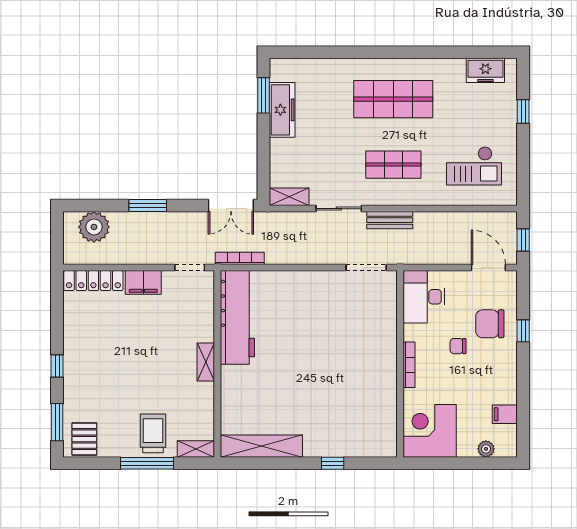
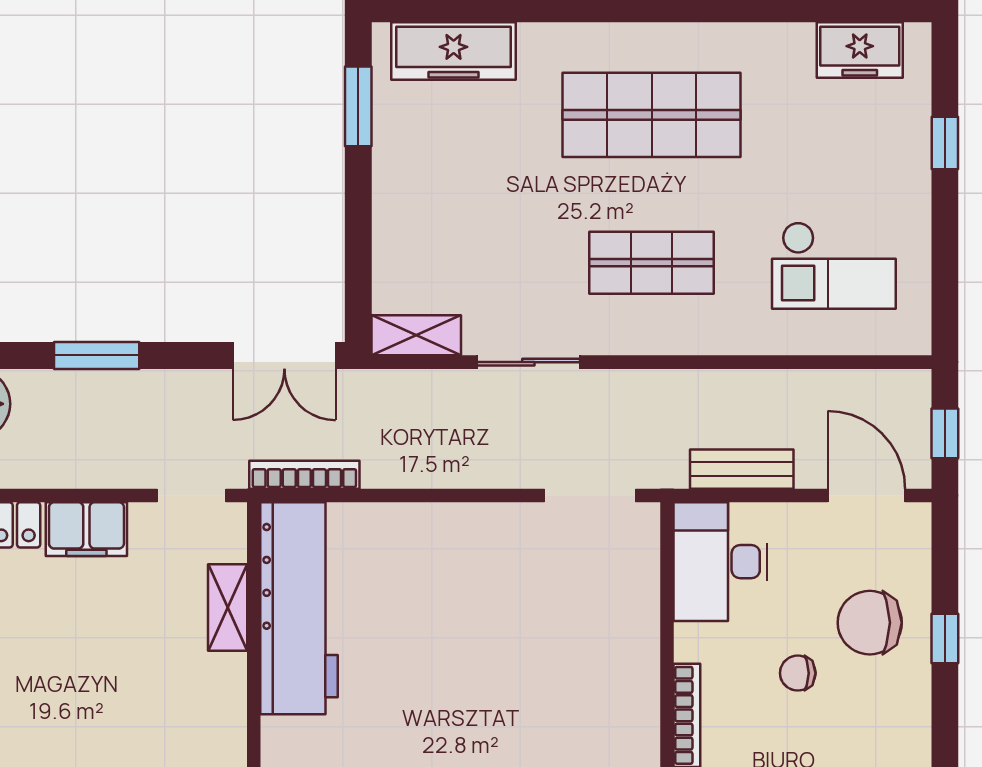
freezer: (282, 110) -> (454, 51), moved, turned 90
bench: (390, 220) -> (742, 469), moved
shelving: (206, 362) -> (228, 608), moved

